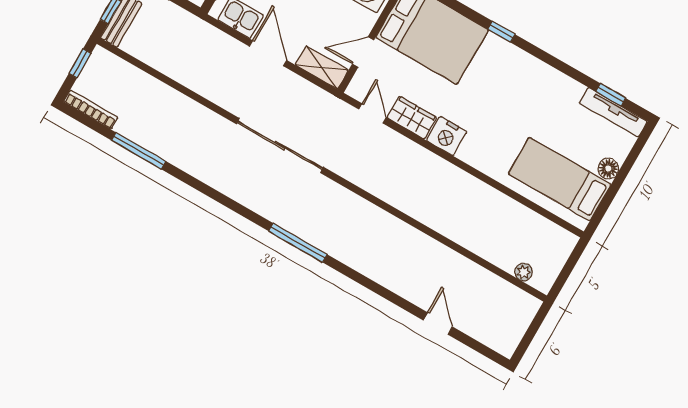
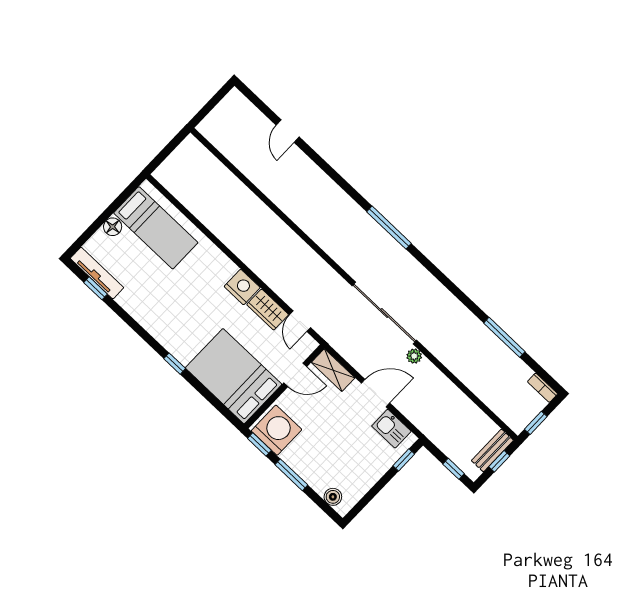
door: (268, 53) -> (376, 393), swing flipped
bookcase: (91, 110) -> (543, 388), width x0.64
plant: (524, 272) -> (414, 356), moved

